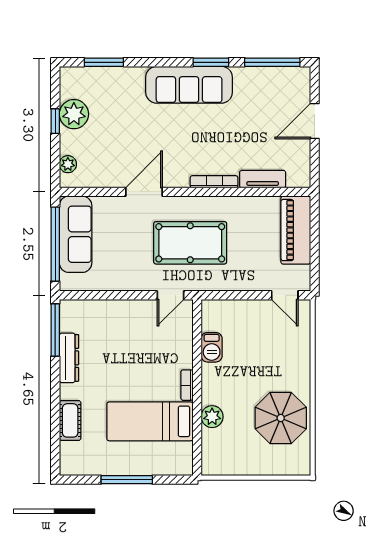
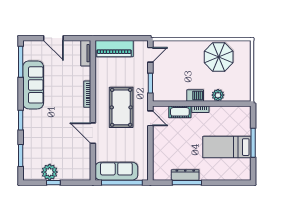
window: (211, 62) -> (21, 120), moved
sofa: (189, 85) -> (33, 85), moved
plant: (68, 164) -> (77, 175), removed
tv unit: (263, 179) -> (86, 53), moved
window: (234, 295) -> (150, 83), added
window: (55, 330) -> (187, 183), moved
barbecue: (212, 347) -> (195, 95), moved
cot: (70, 420) -> (180, 112), moved
bed: (150, 421) -> (227, 147), moved, turned 90

